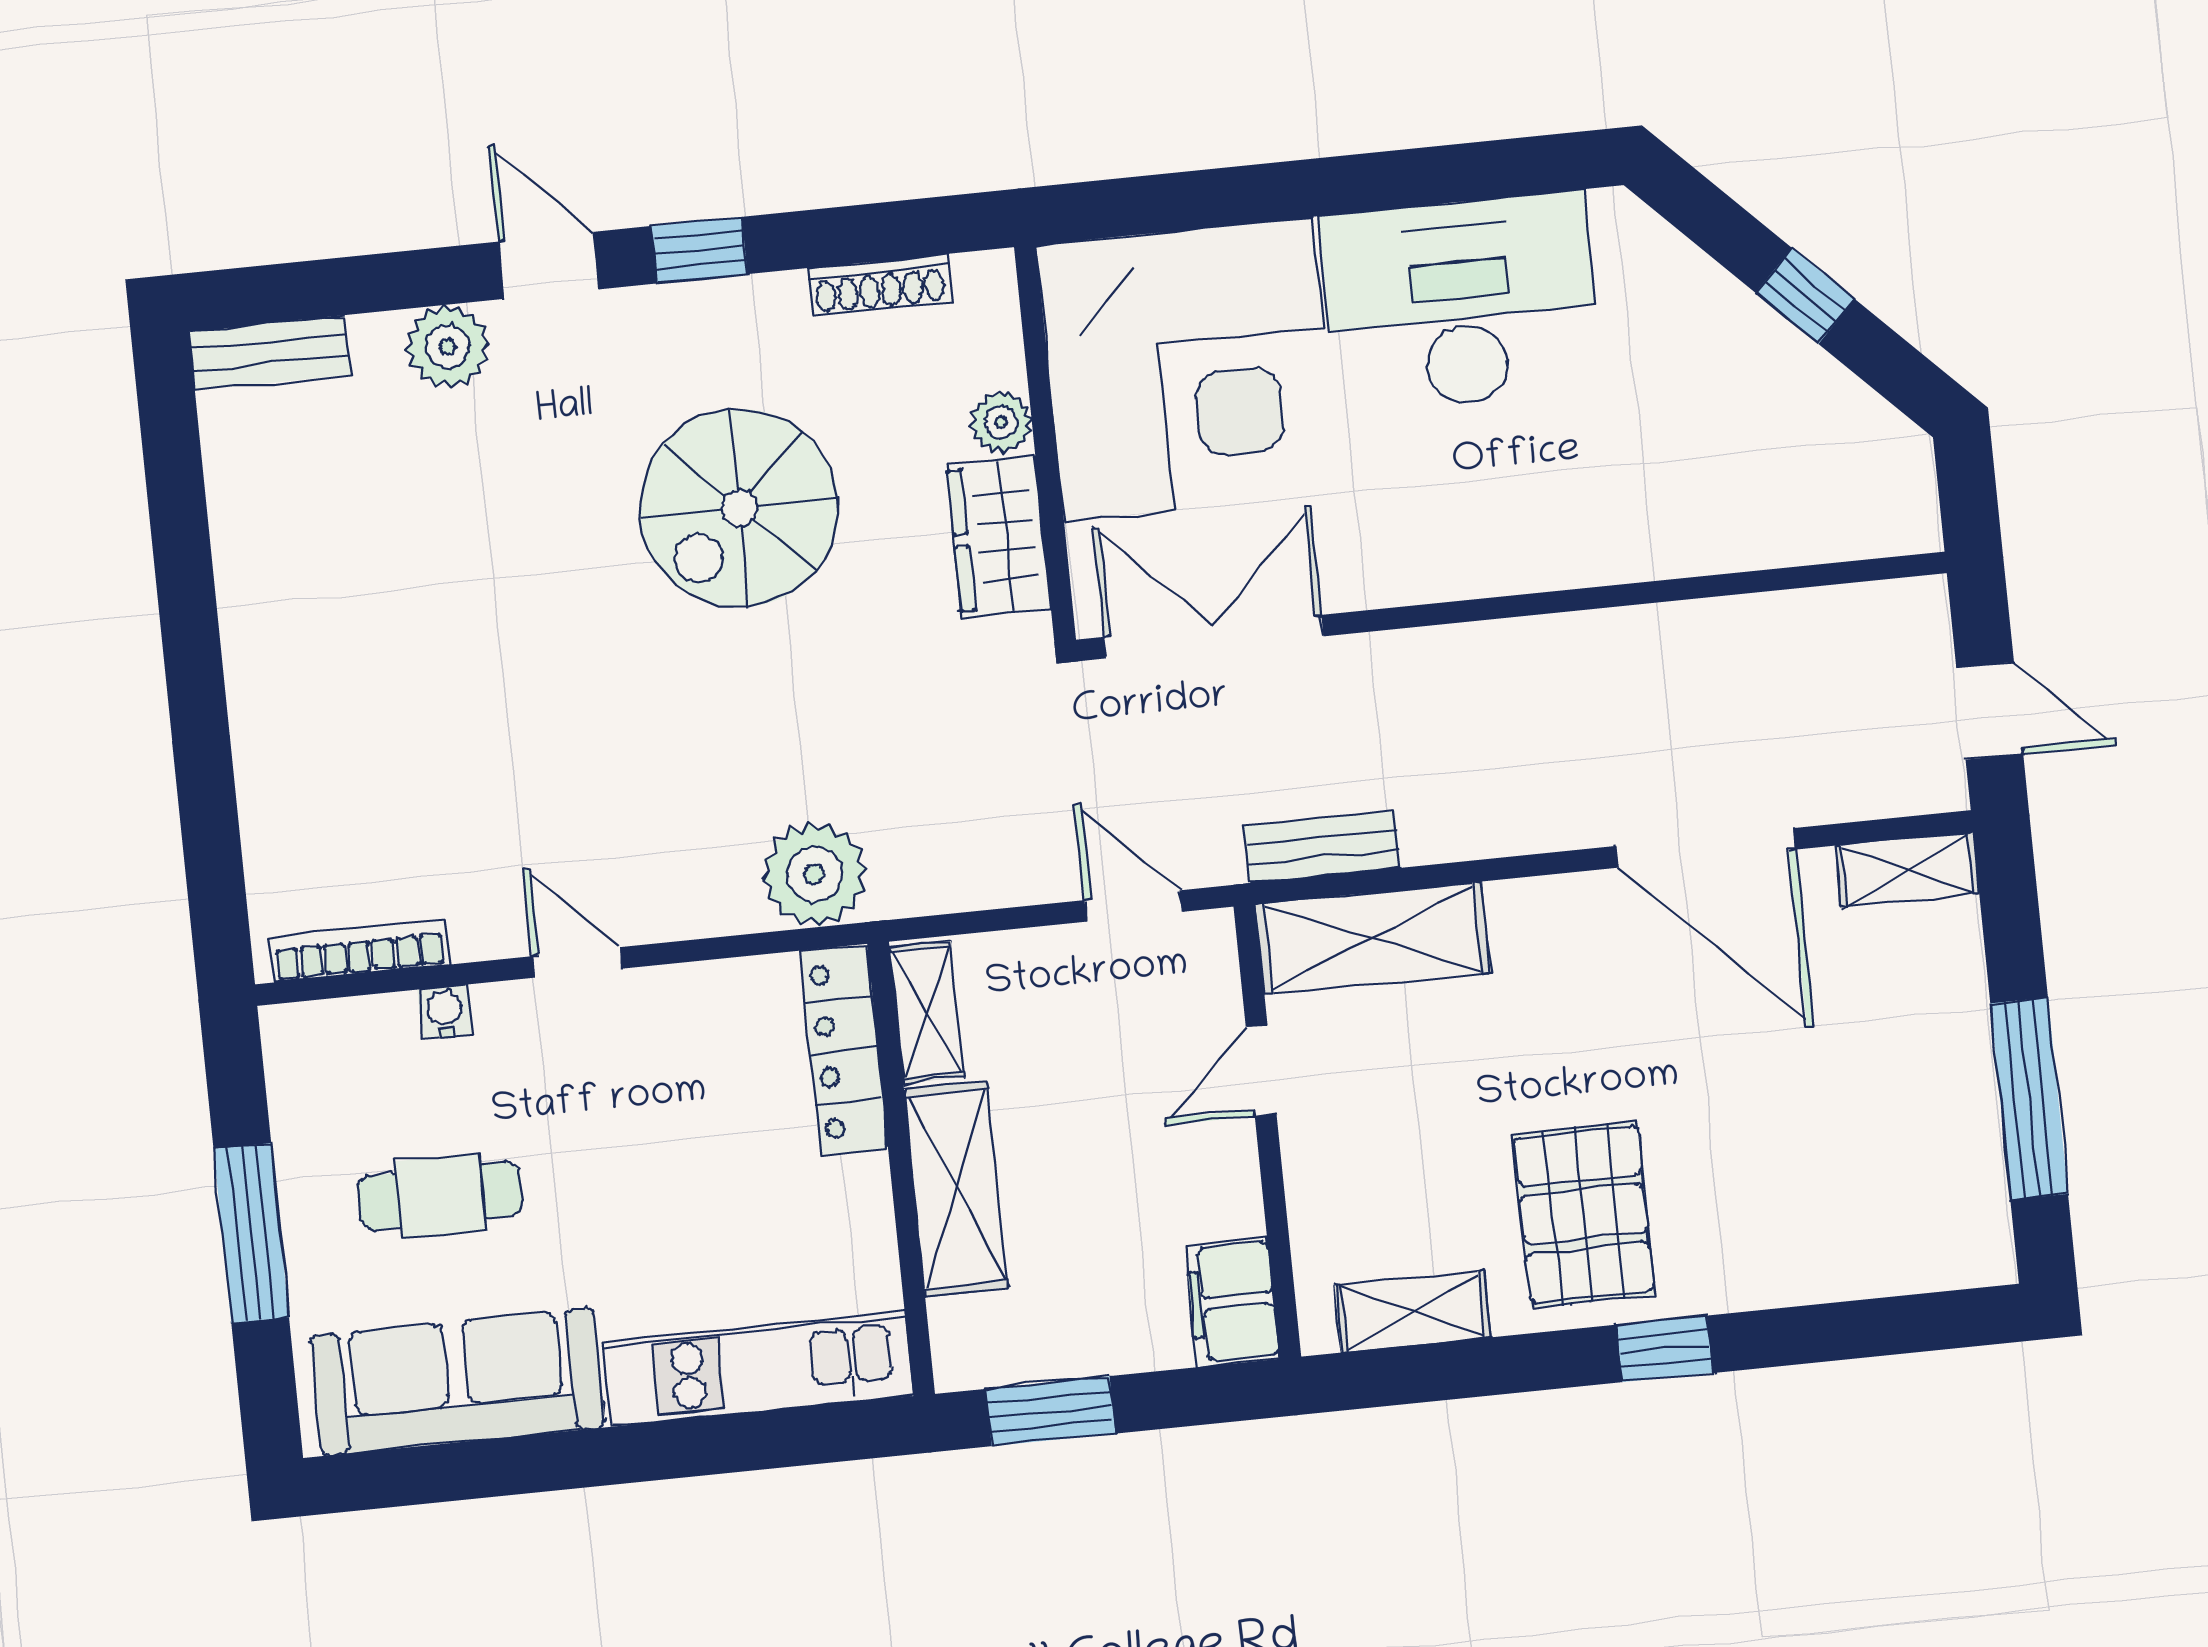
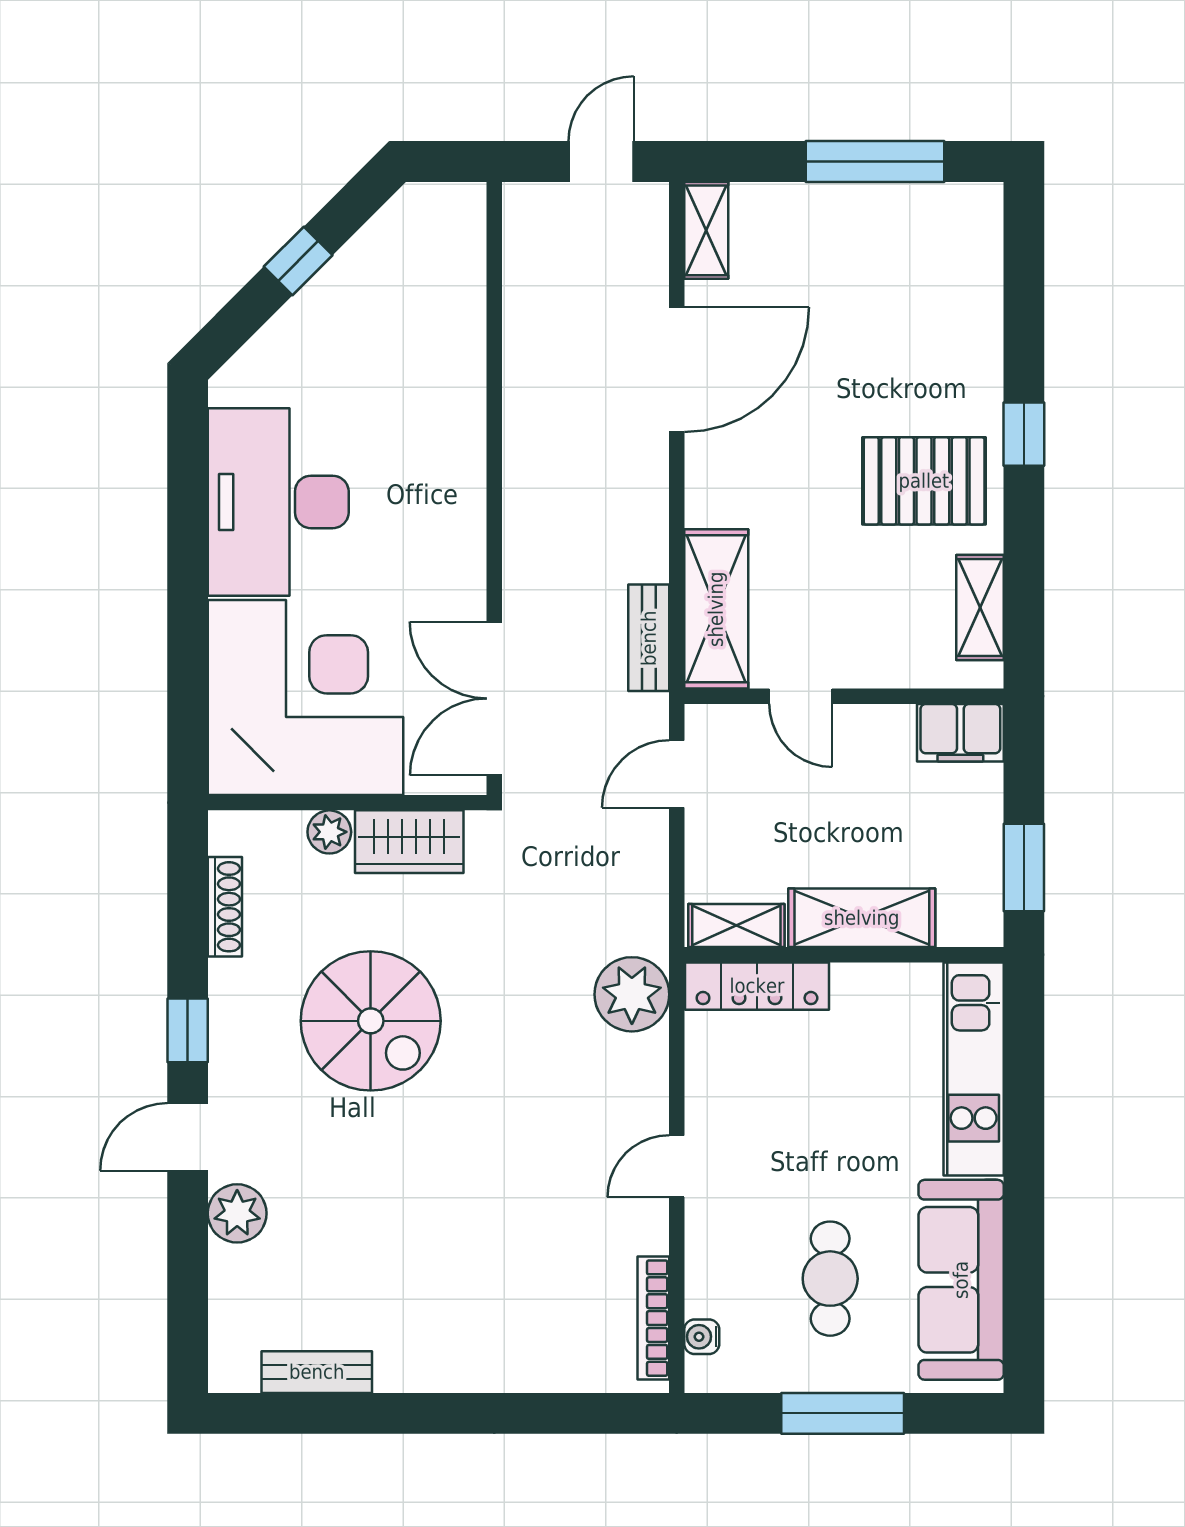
bench: (270, 353) -> (317, 1372), moved, turned 90
water cooler: (445, 1012) -> (702, 1337), moved

